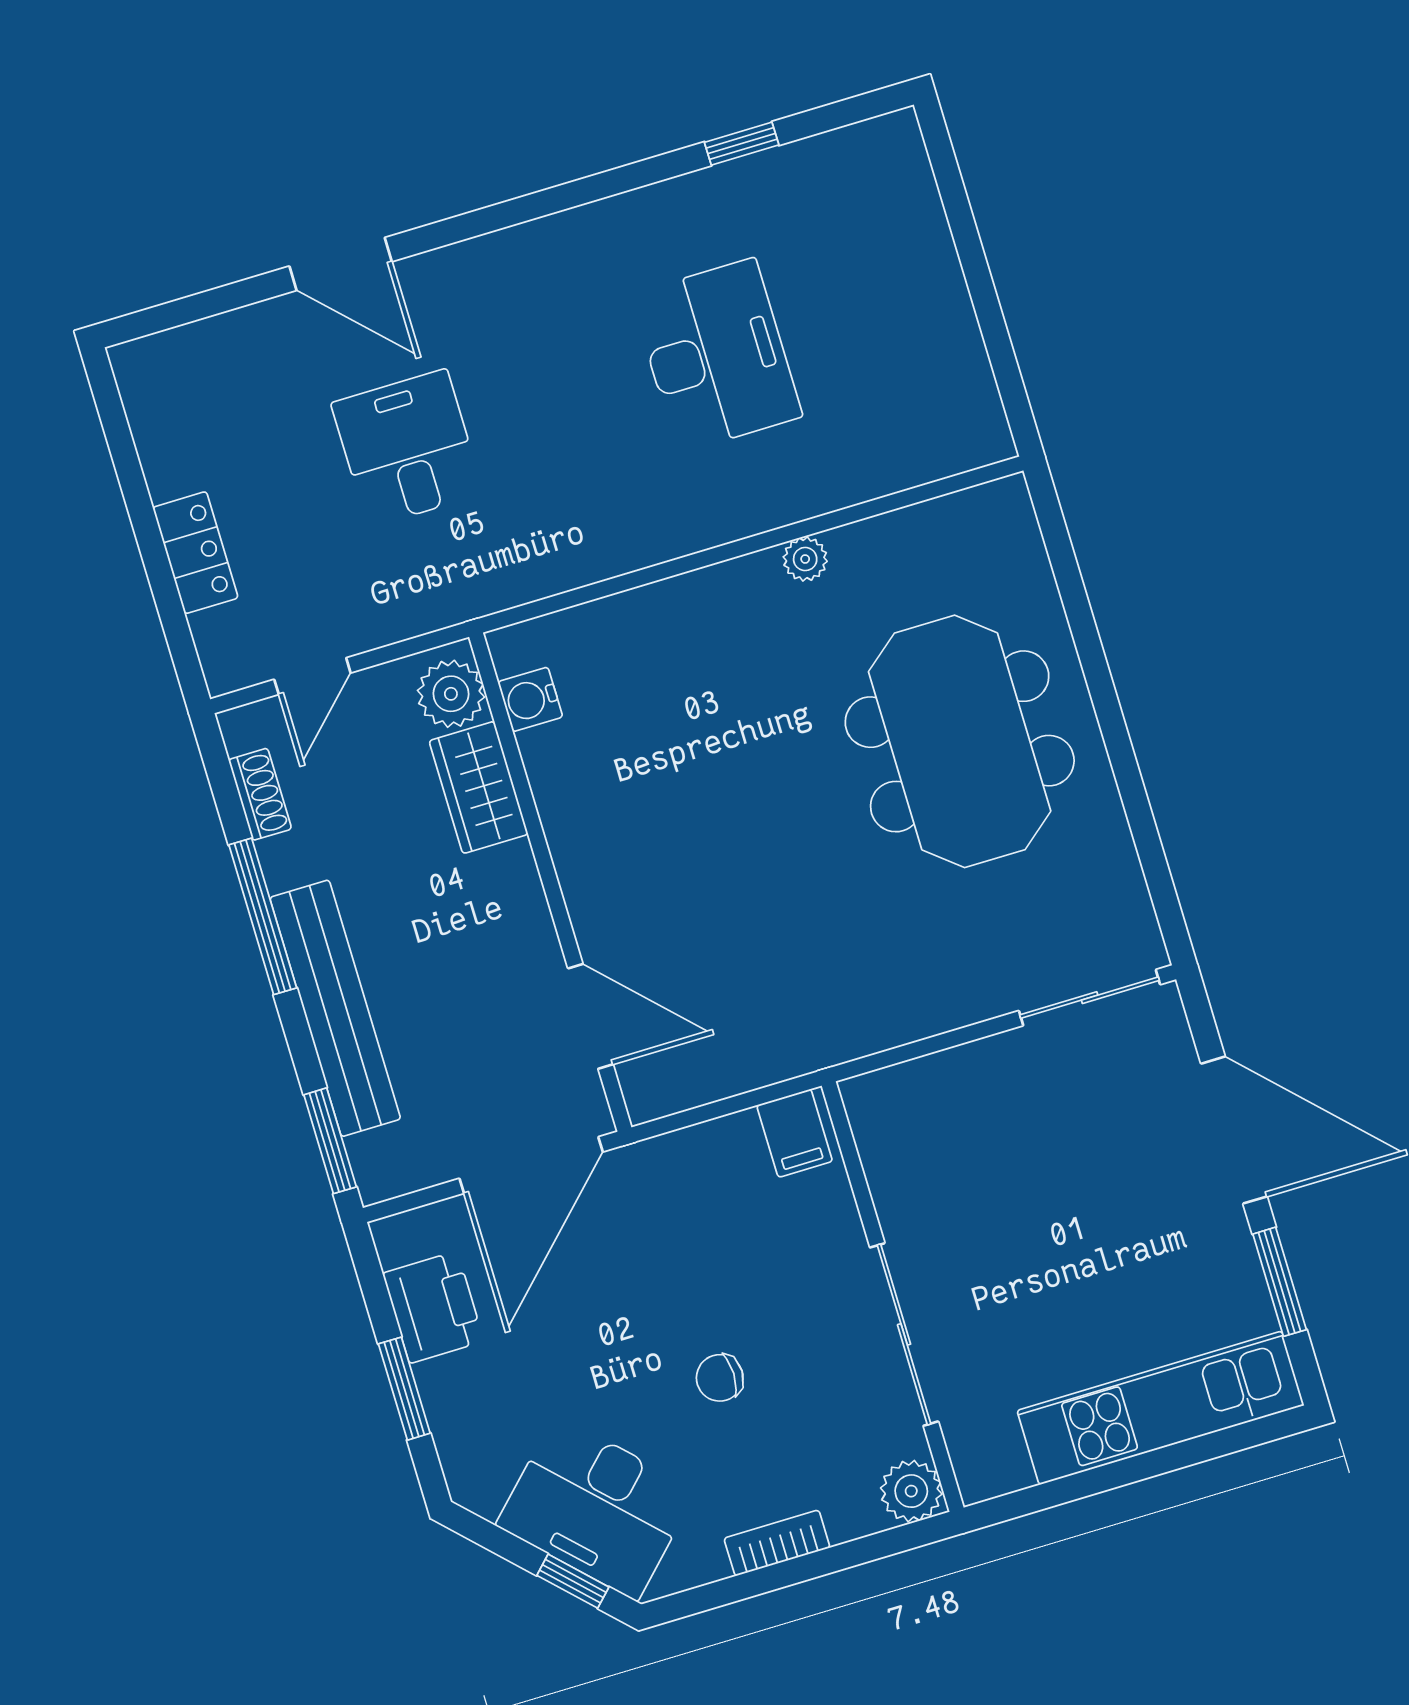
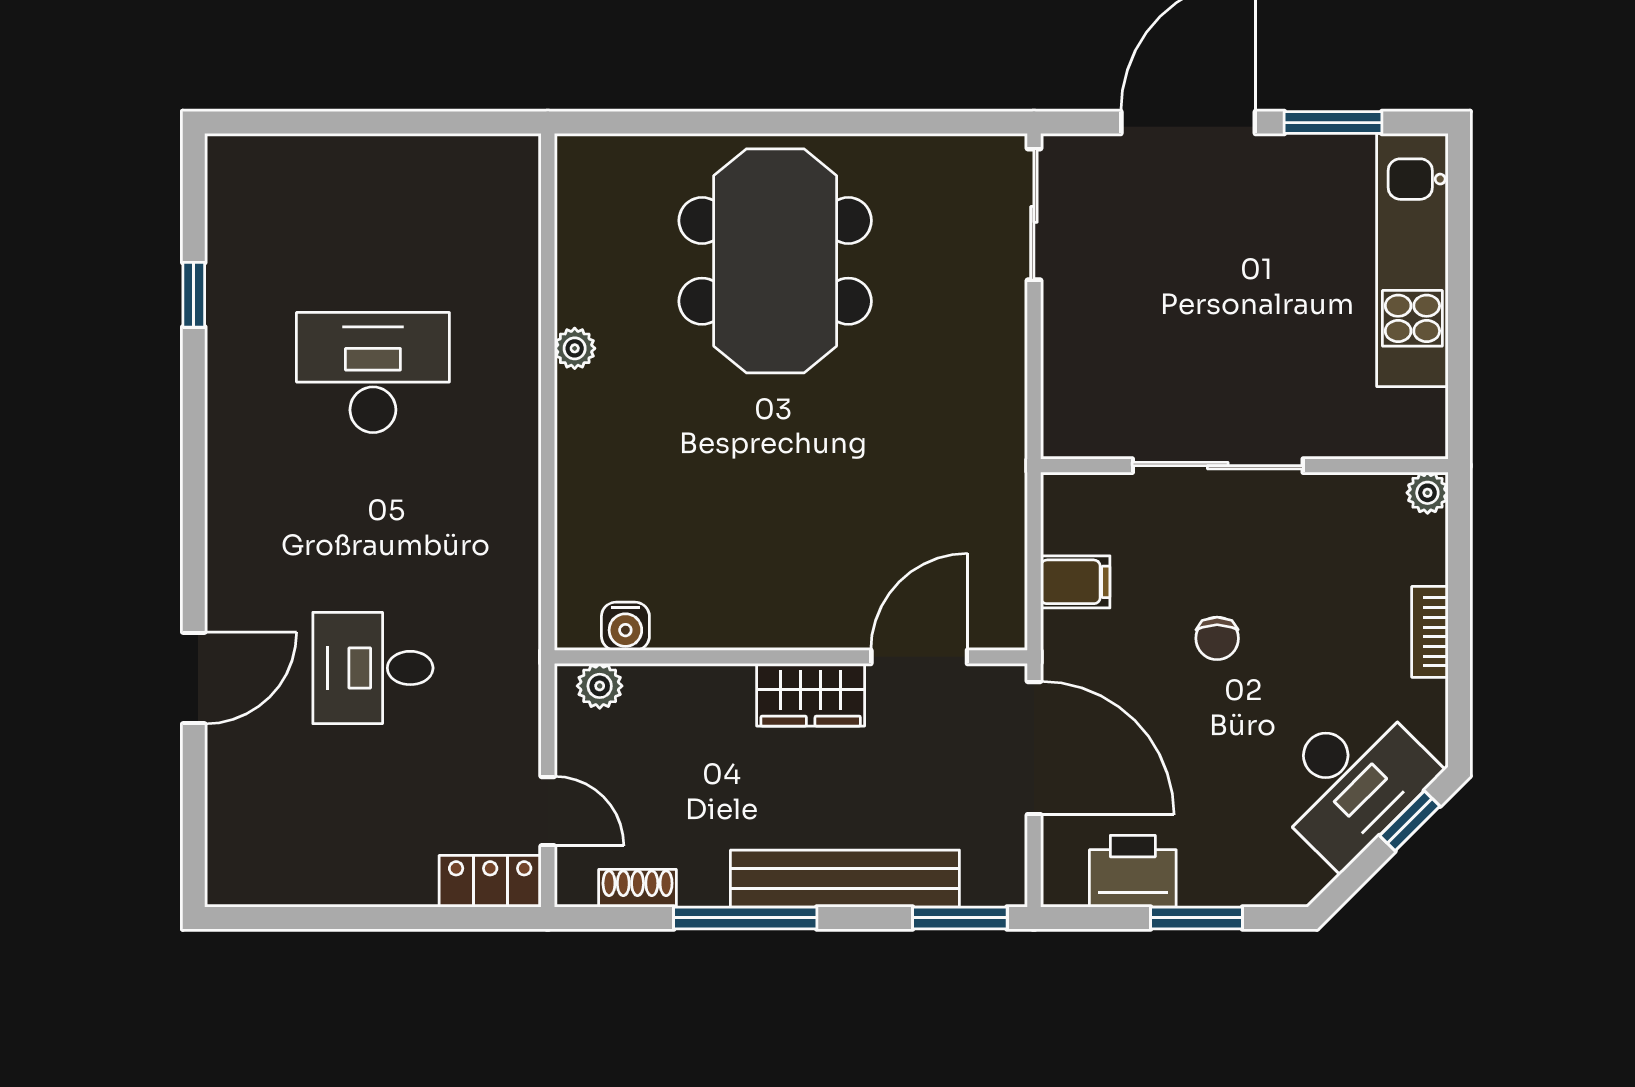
locker: (195, 553) -> (490, 881), moved
plant: (451, 694) -> (600, 686), width x0.73, depth x0.73
meeting table: (960, 741) -> (775, 261), turned 90
wardrobe: (479, 787) -> (811, 695), moved
filing cabinet: (795, 1133) -> (1075, 582), moved
sliding door: (904, 1334) -> (1218, 466), moved
chair: (720, 1378) -> (1217, 638), moved
plant: (911, 1491) -> (1427, 493), width x0.73, depth x0.73

